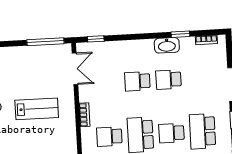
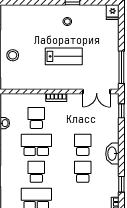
washbasin: (167, 45) -> (112, 154), moved
lab bench: (37, 109) -> (64, 56), turned -90

